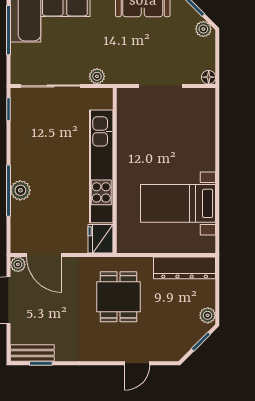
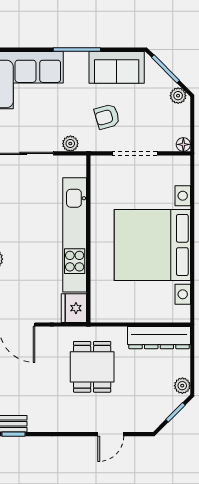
armchair: (133, 50) -> (107, 117), added
bed with nightstands: (178, 203) -> (152, 245), width x1.85

